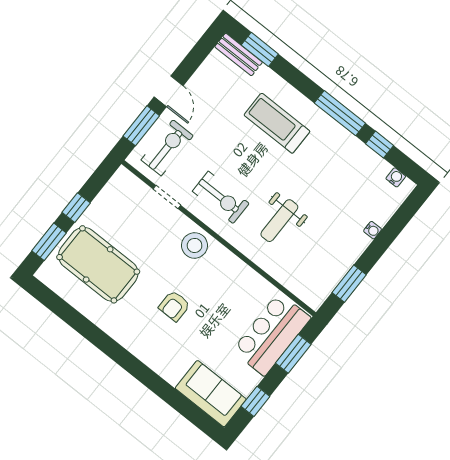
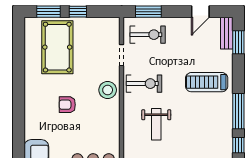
door: (169, 91) -> (200, 12), moved
treadmill: (277, 123) -> (207, 82), turned -90
exercise bike: (221, 197) -> (144, 84), turned -90
weight bench: (279, 221) -> (156, 124), turned -90

